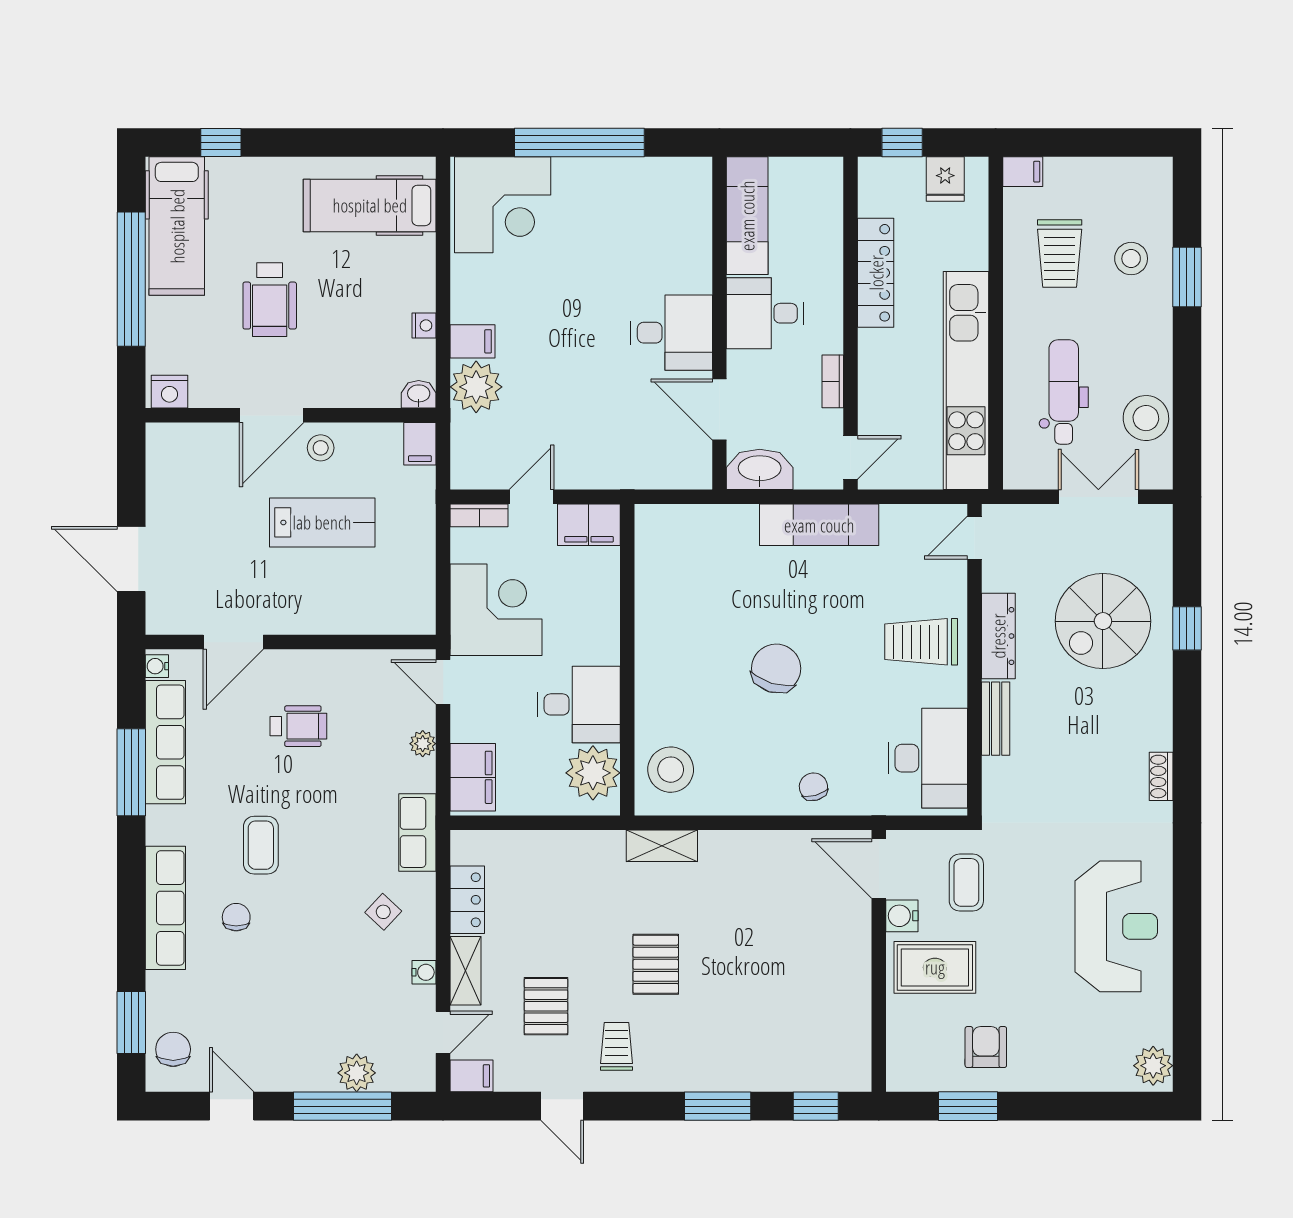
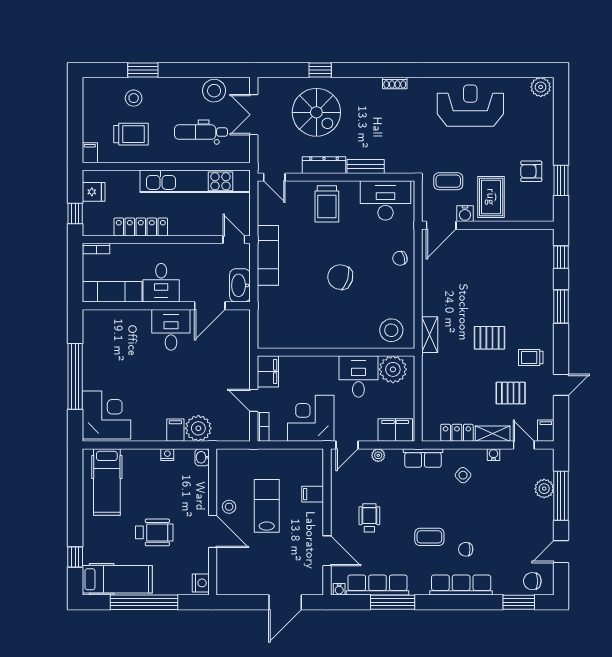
bookcase: (833, 381) -> (96, 249), moved
filing cabinet: (420, 444) -> (313, 494), moved, turned 180

